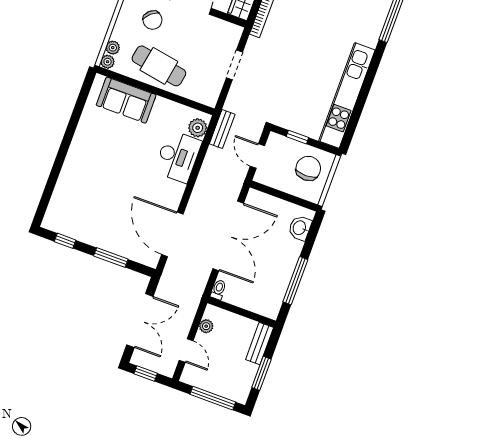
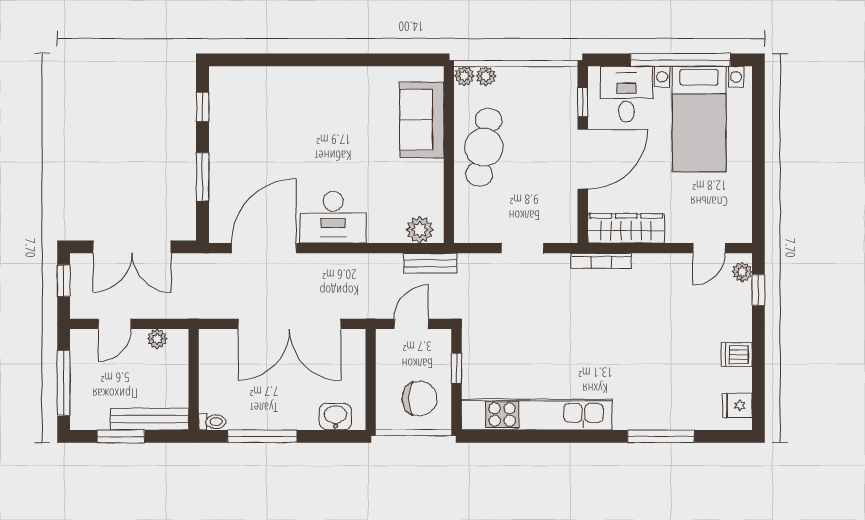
chair: (152, 20) -> (543, 116), removed
desk: (178, 156) -> (333, 217), moved
toilet: (218, 290) -> (212, 422), moved
bench: (260, 344) -> (150, 419), width x1.36

